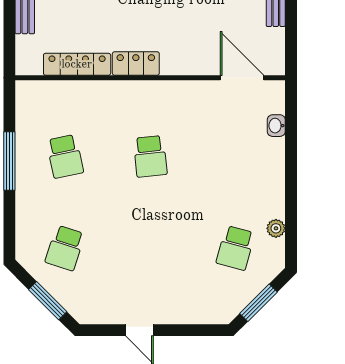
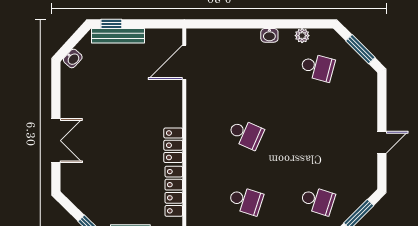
washbasin: (276, 126) -> (269, 35), moved
school desk: (65, 156) -> (246, 201), turned 30
school desk: (150, 156) -> (246, 134), turned 30

